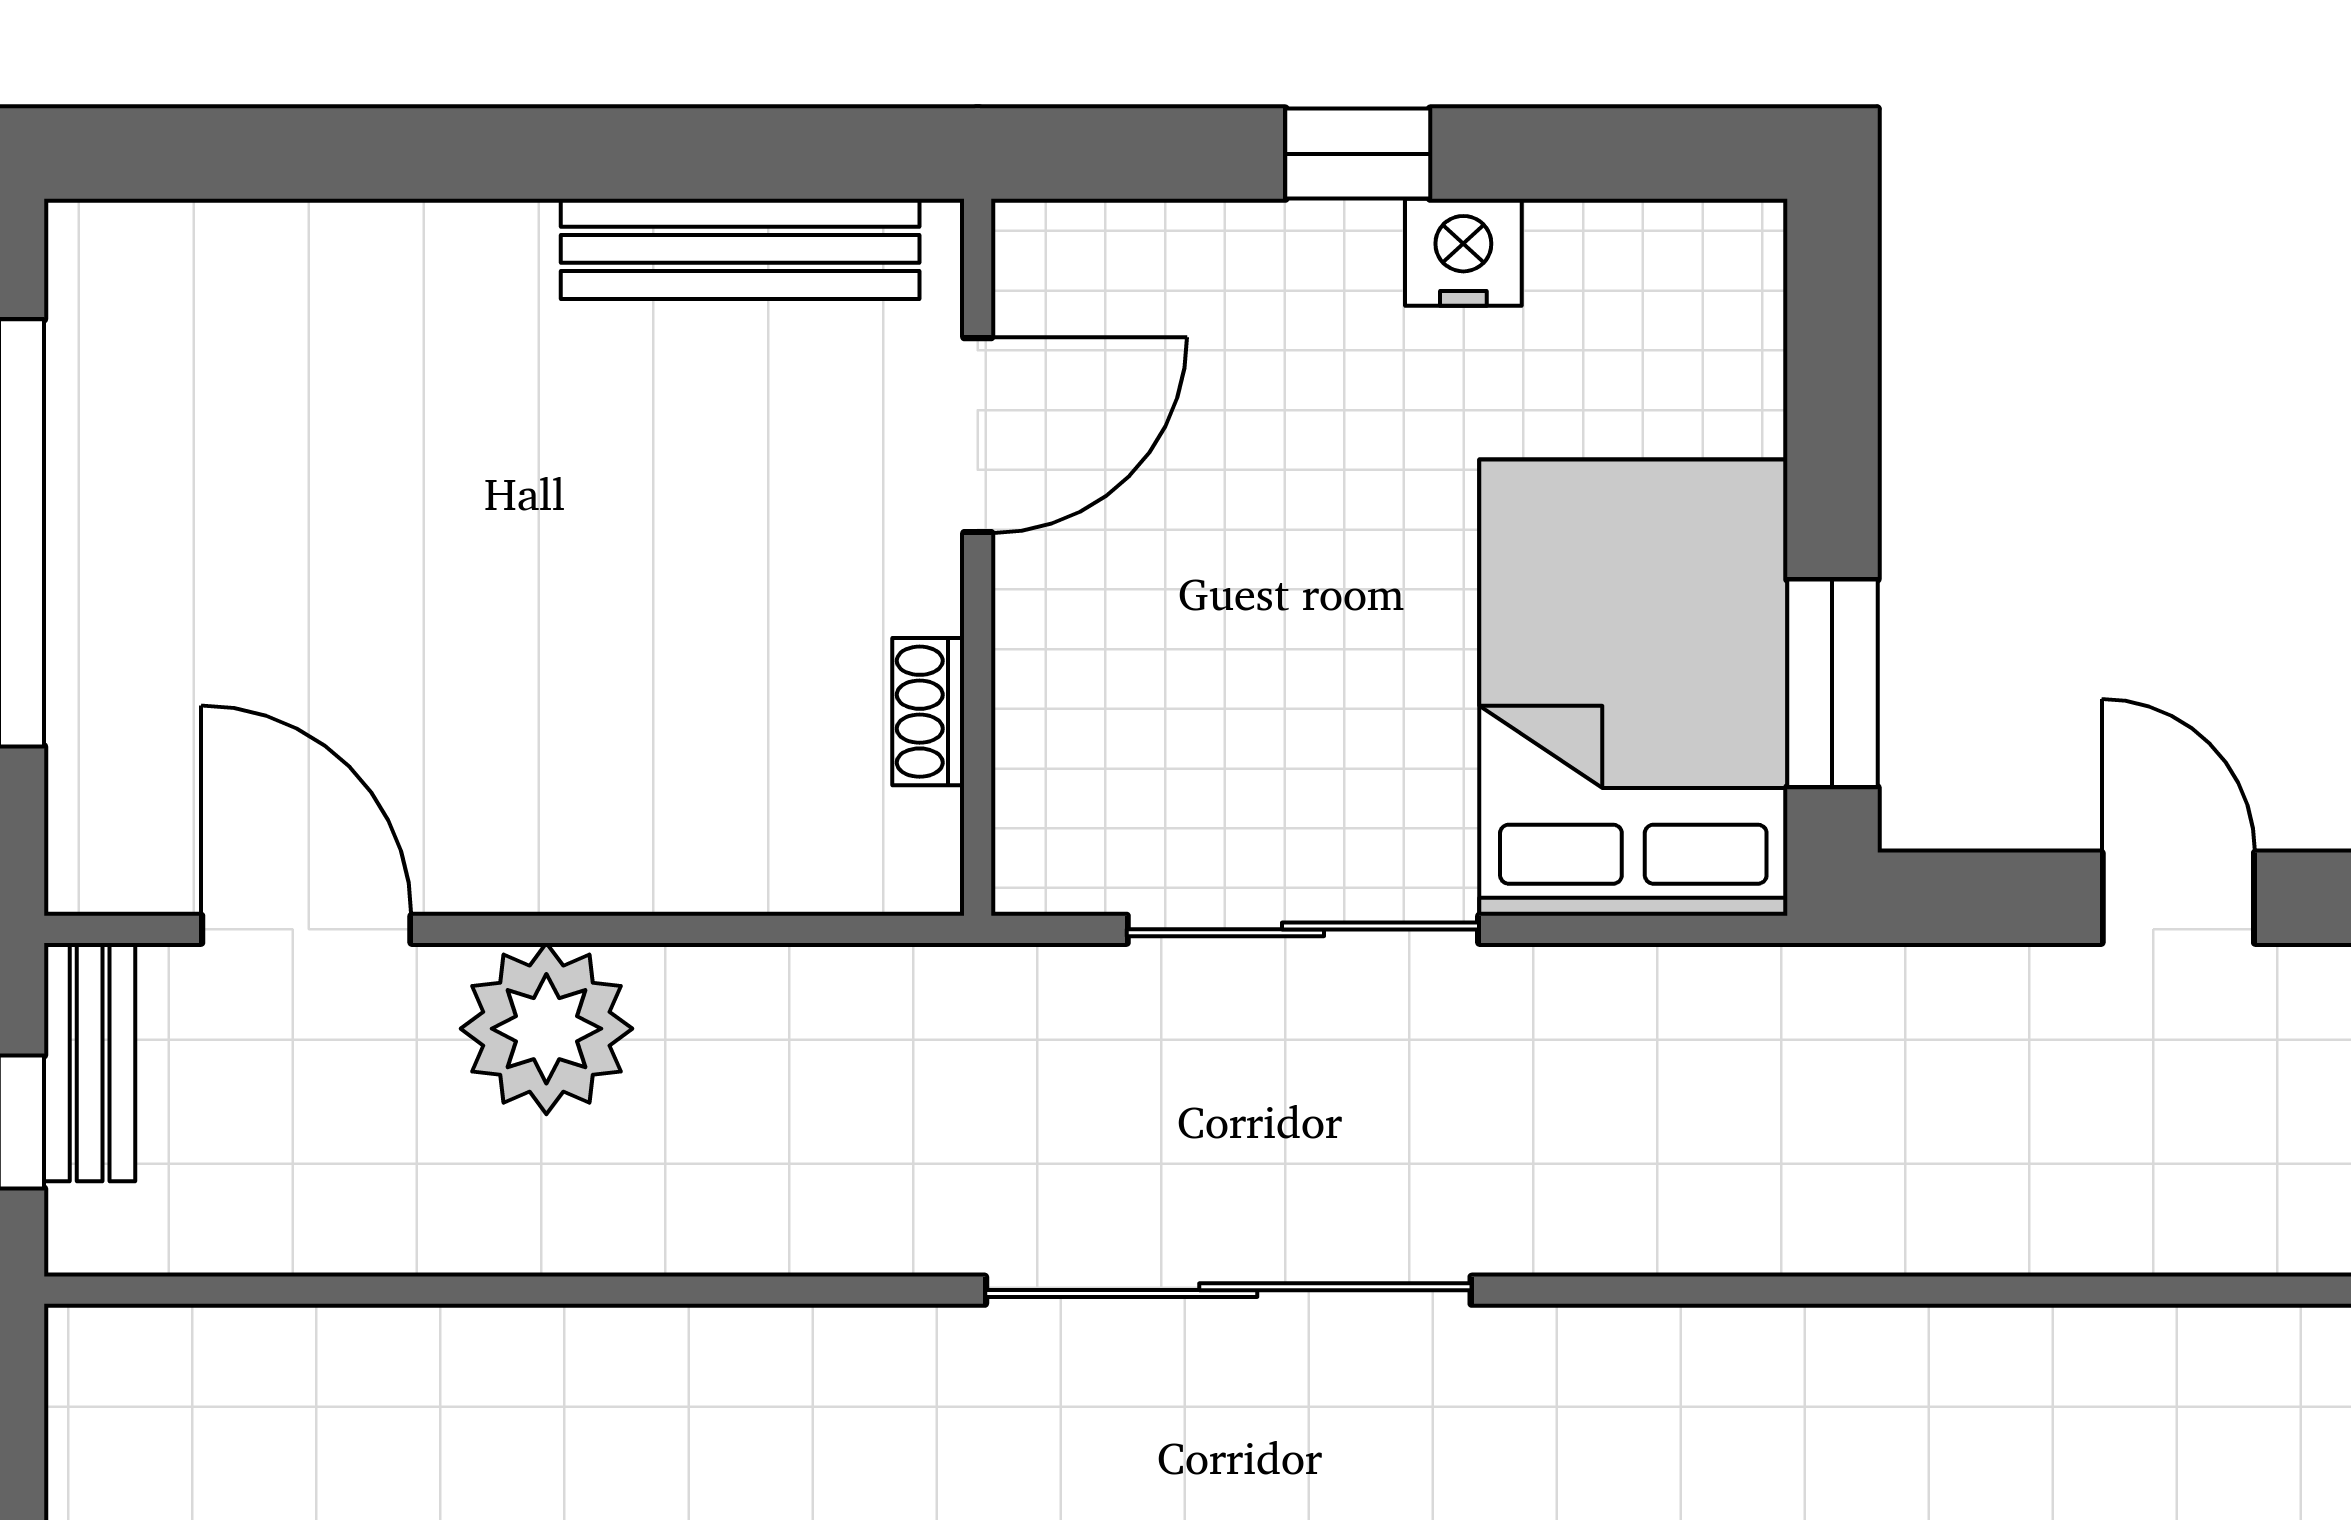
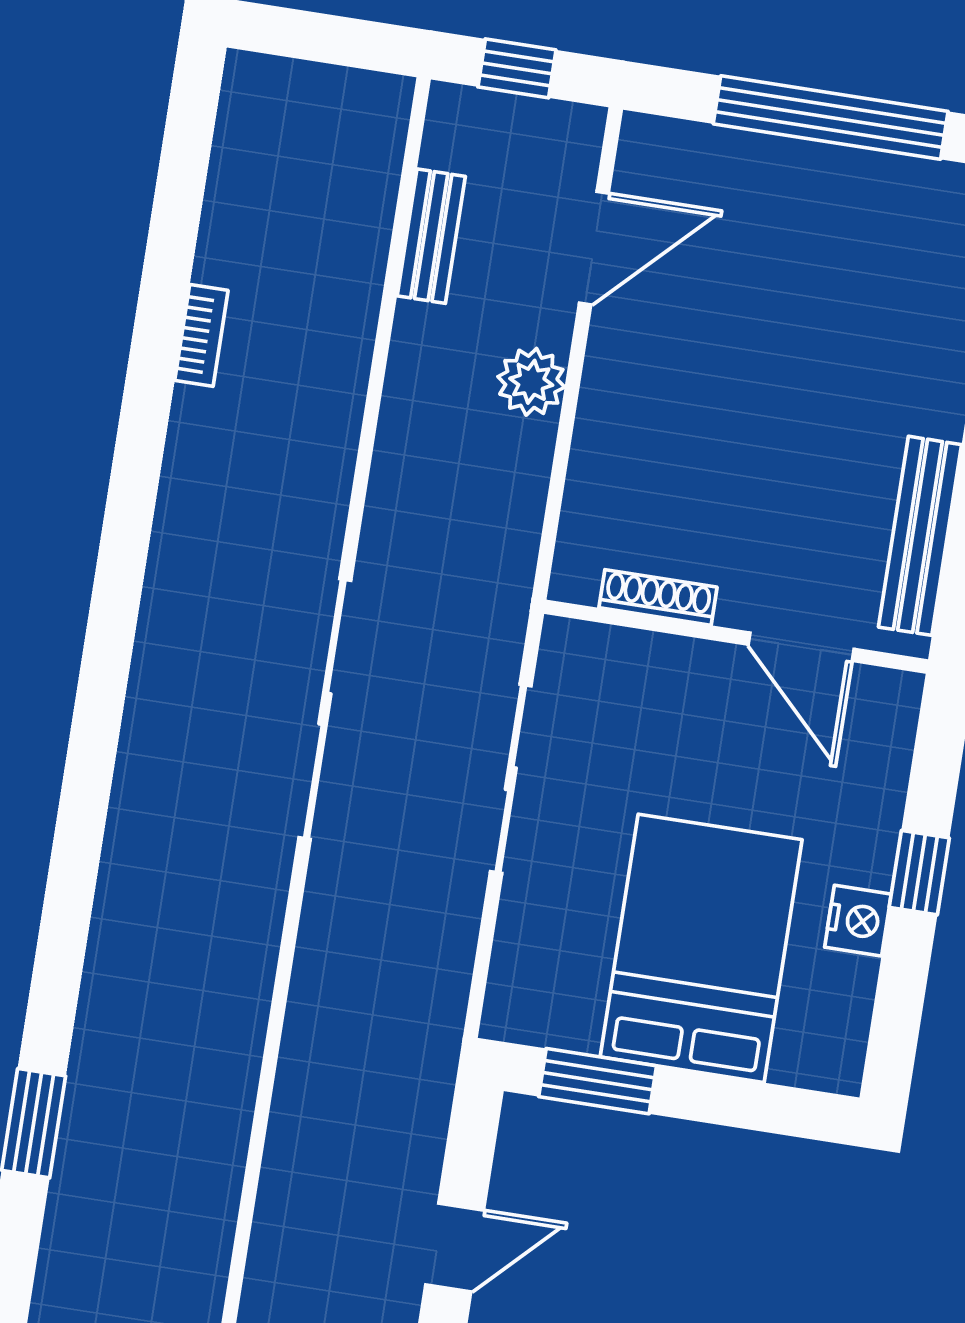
bed: (1633, 688) -> (701, 948), moved, turned -90
shoe rack: (928, 712) -> (658, 597), width x1.43
plant: (546, 1029) -> (531, 382), width x0.73, depth x0.73
bench: (90, 1062) -> (431, 236), moved, turned 90

